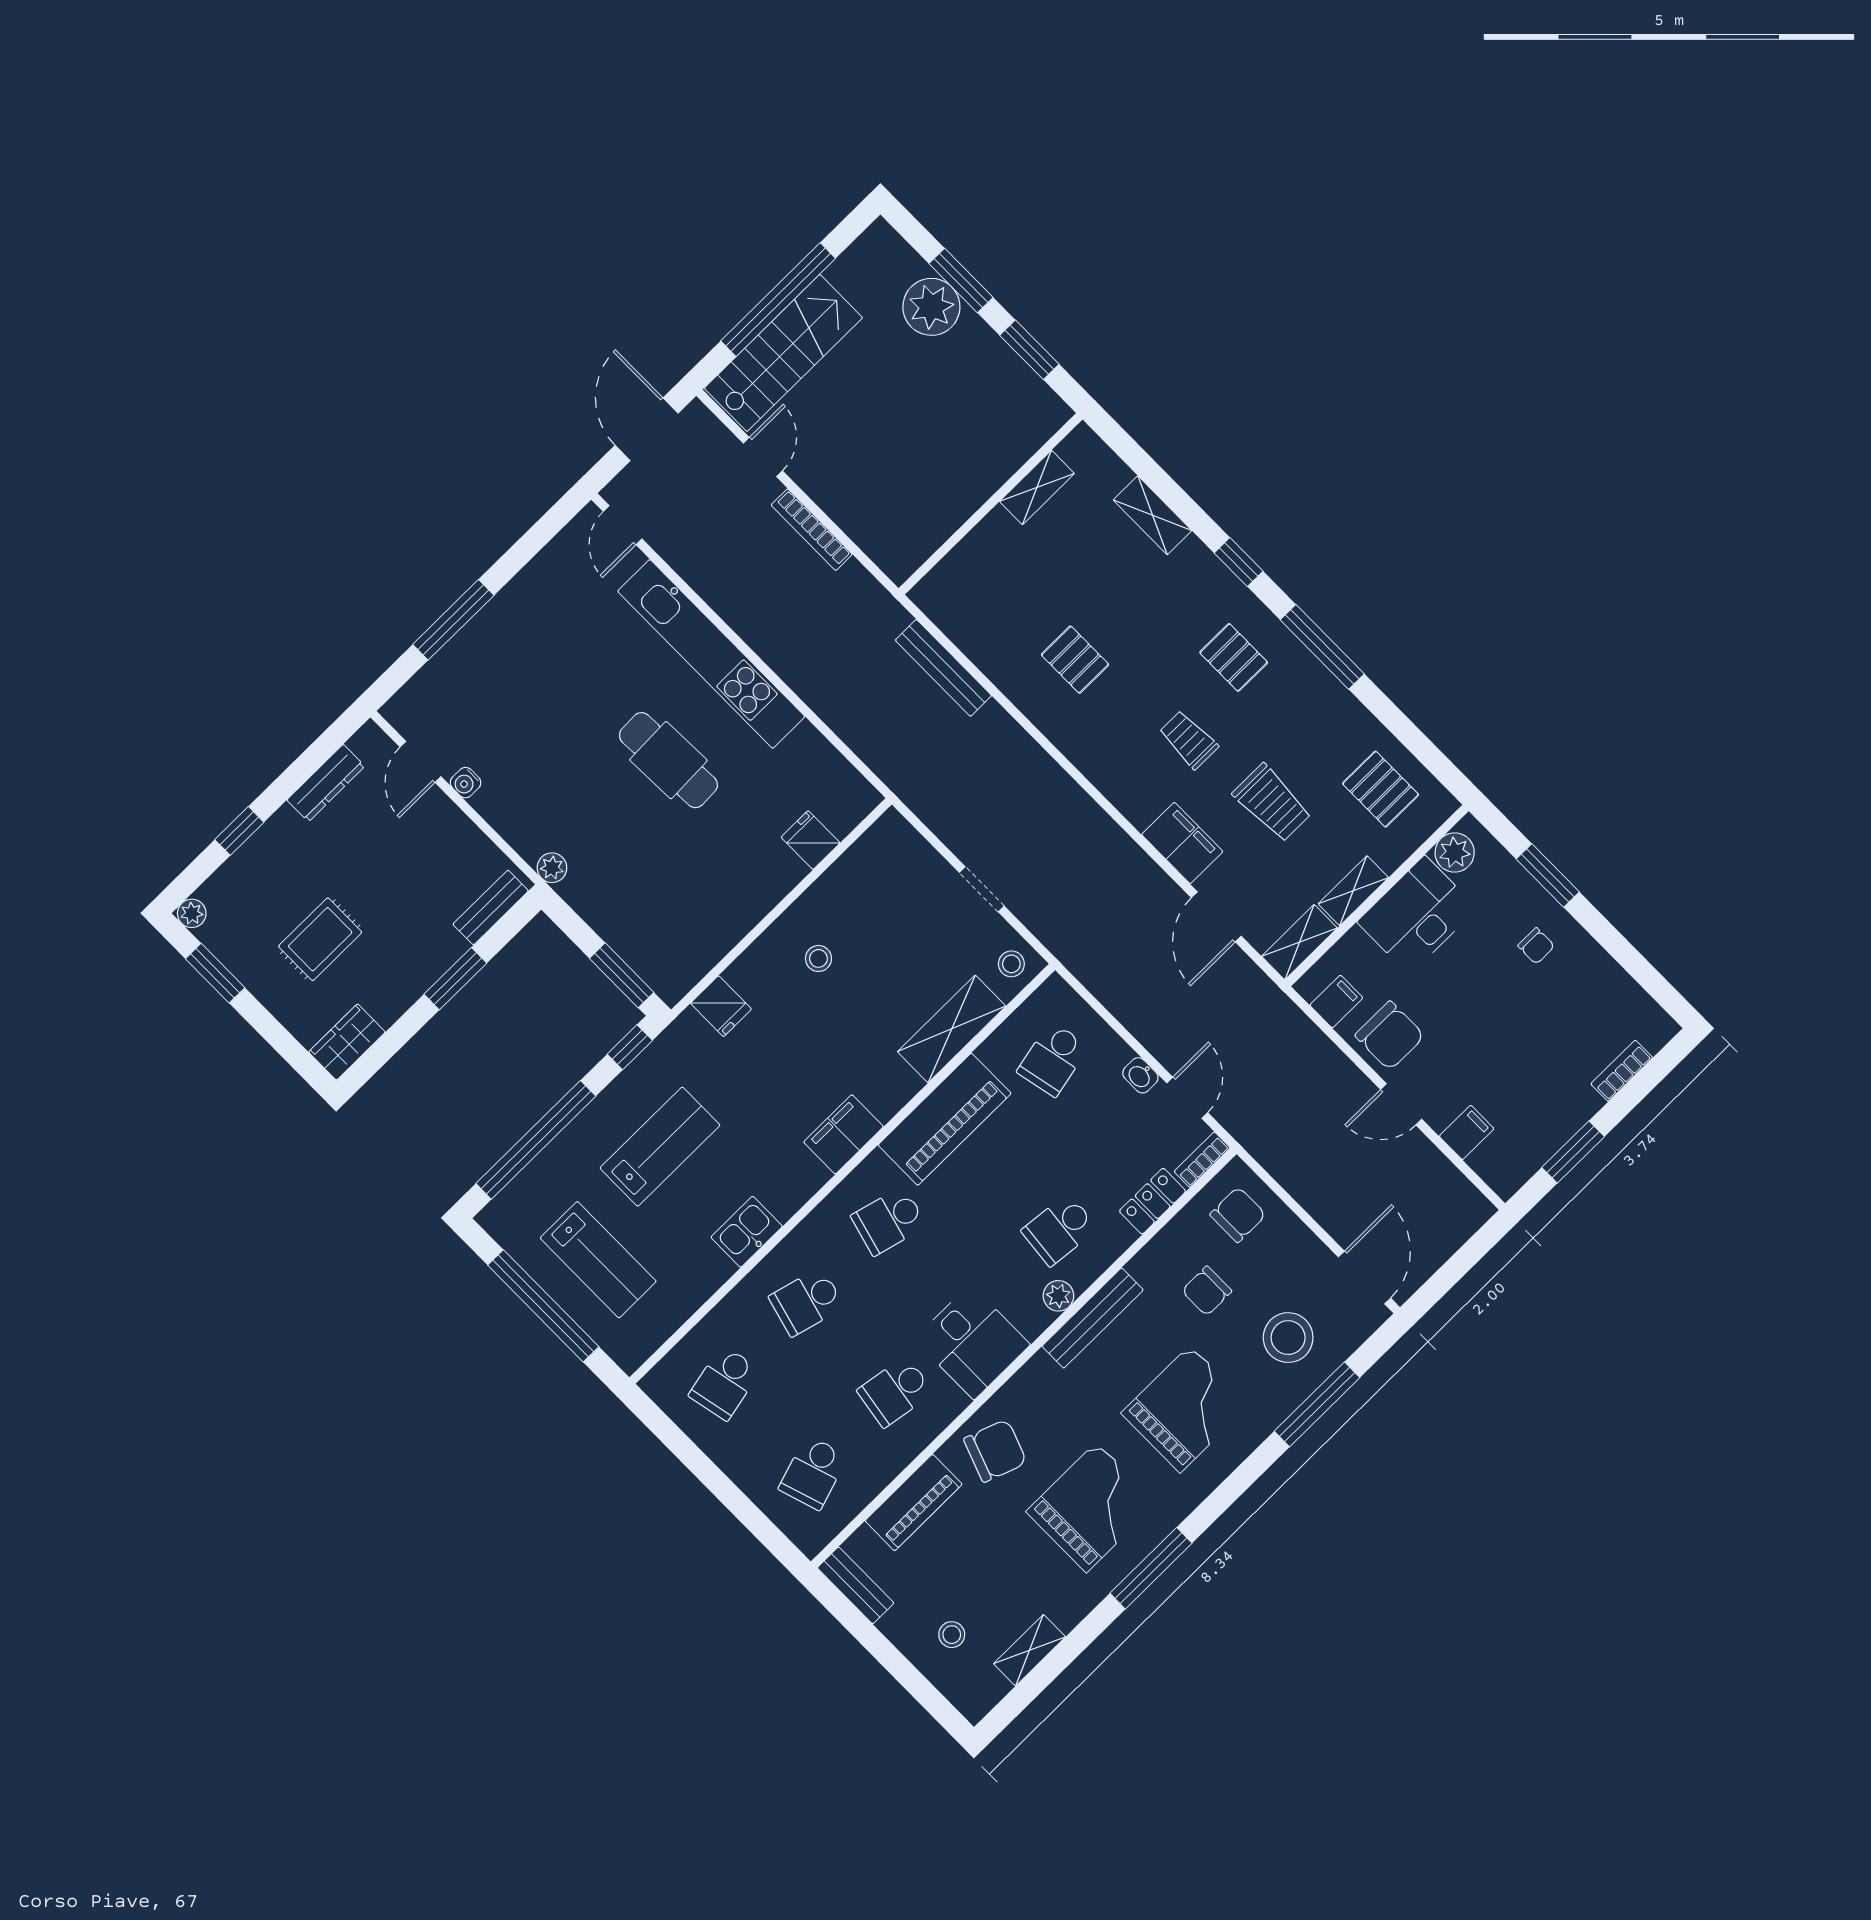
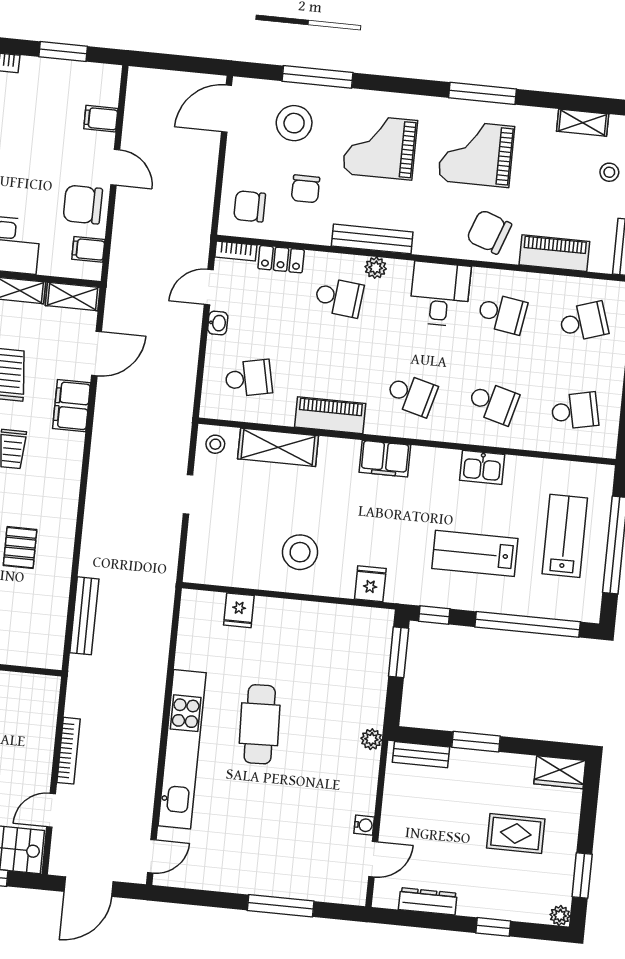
stool: (818, 958) -> (300, 552), width x1.89, depth x1.89
chair: (1390, 1036) -> (83, 205), turned -90
piano: (945, 1119) -> (330, 415), width x0.73, depth x0.75
chair: (1207, 1291) -> (306, 189), turned 90

